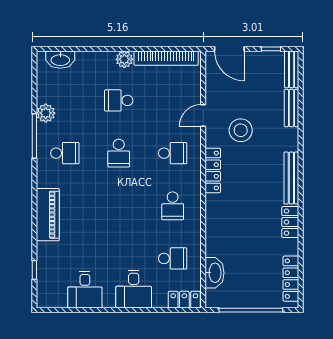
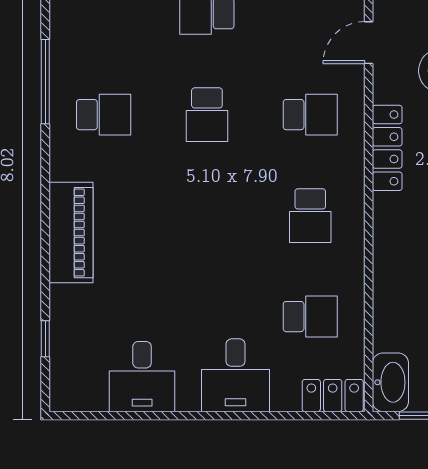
plant: (46, 113) -> (67, 38), removed
washbasin: (214, 273) -> (390, 382), moved

